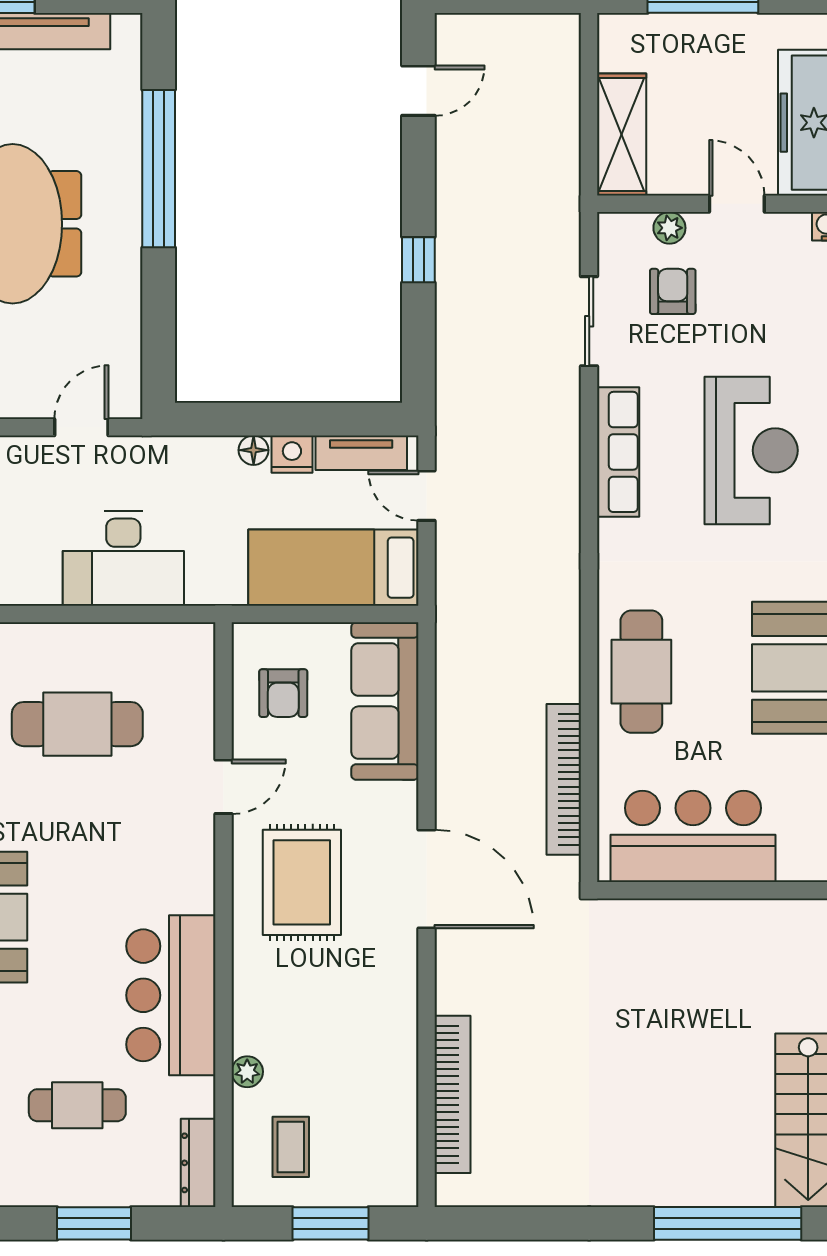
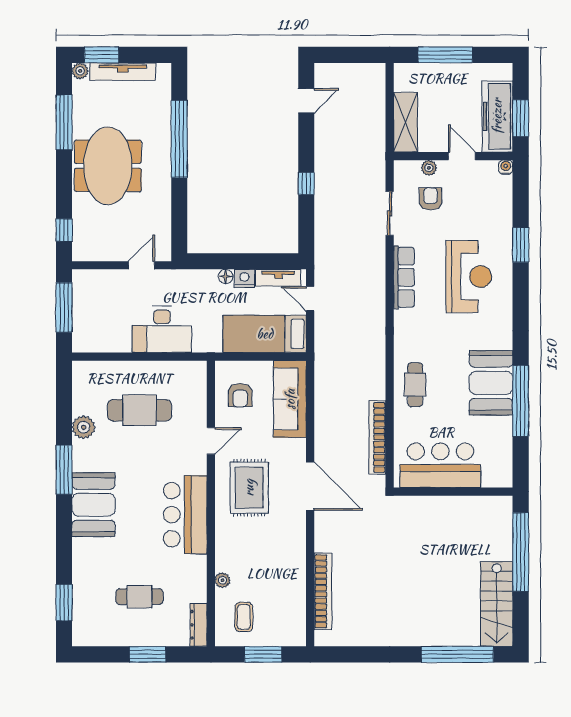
cafe table: (641, 672) -> (415, 385), width x0.73, depth x0.74
bar counter: (171, 995) -> (185, 515), moved

